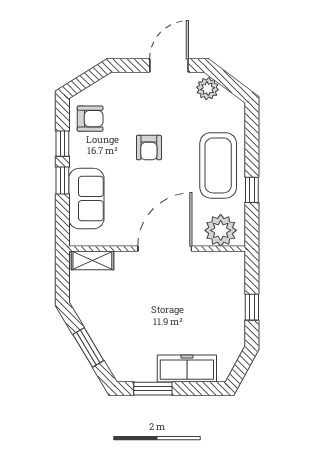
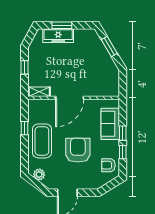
plant: (208, 89) -> (39, 174), moved
armchair: (149, 148) -> (78, 150), width x1.88, depth x1.88
plant: (221, 230) -> (41, 107), removed
shelving: (92, 260) -> (39, 92), moved
window: (153, 389) -> (62, 25), moved

